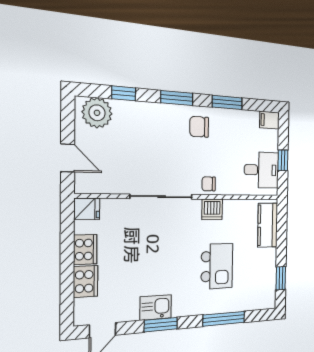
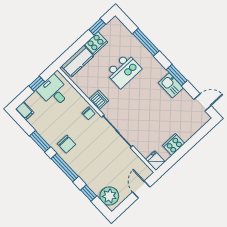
window: (177, 98) -> (65, 168), width x1.44
kitchen island: (217, 266) -> (124, 71), turned 180
cooker: (86, 281) -> (96, 43), moved, turned 180

